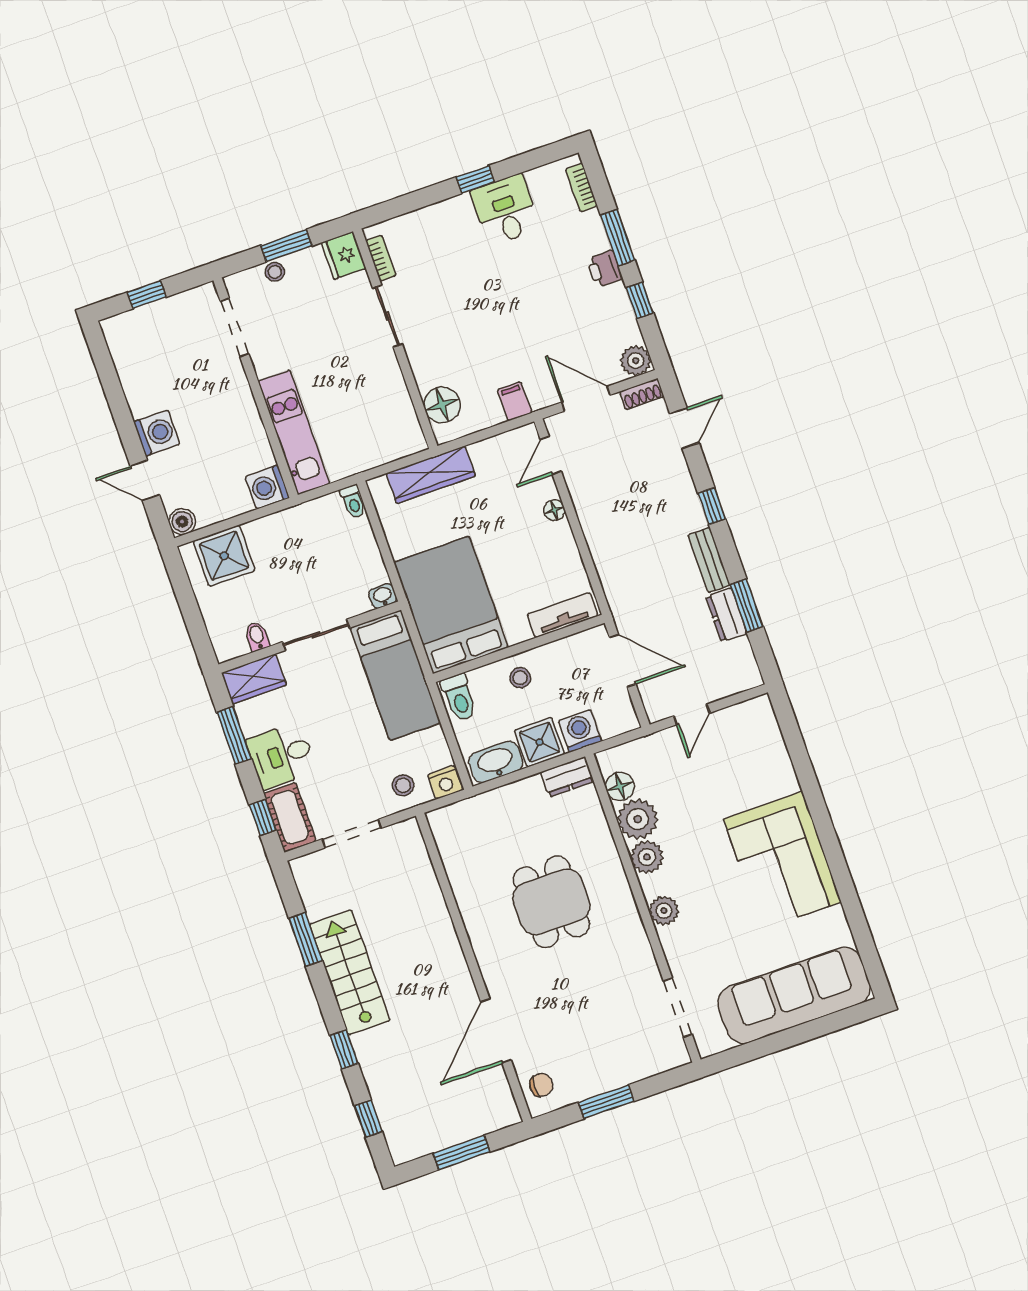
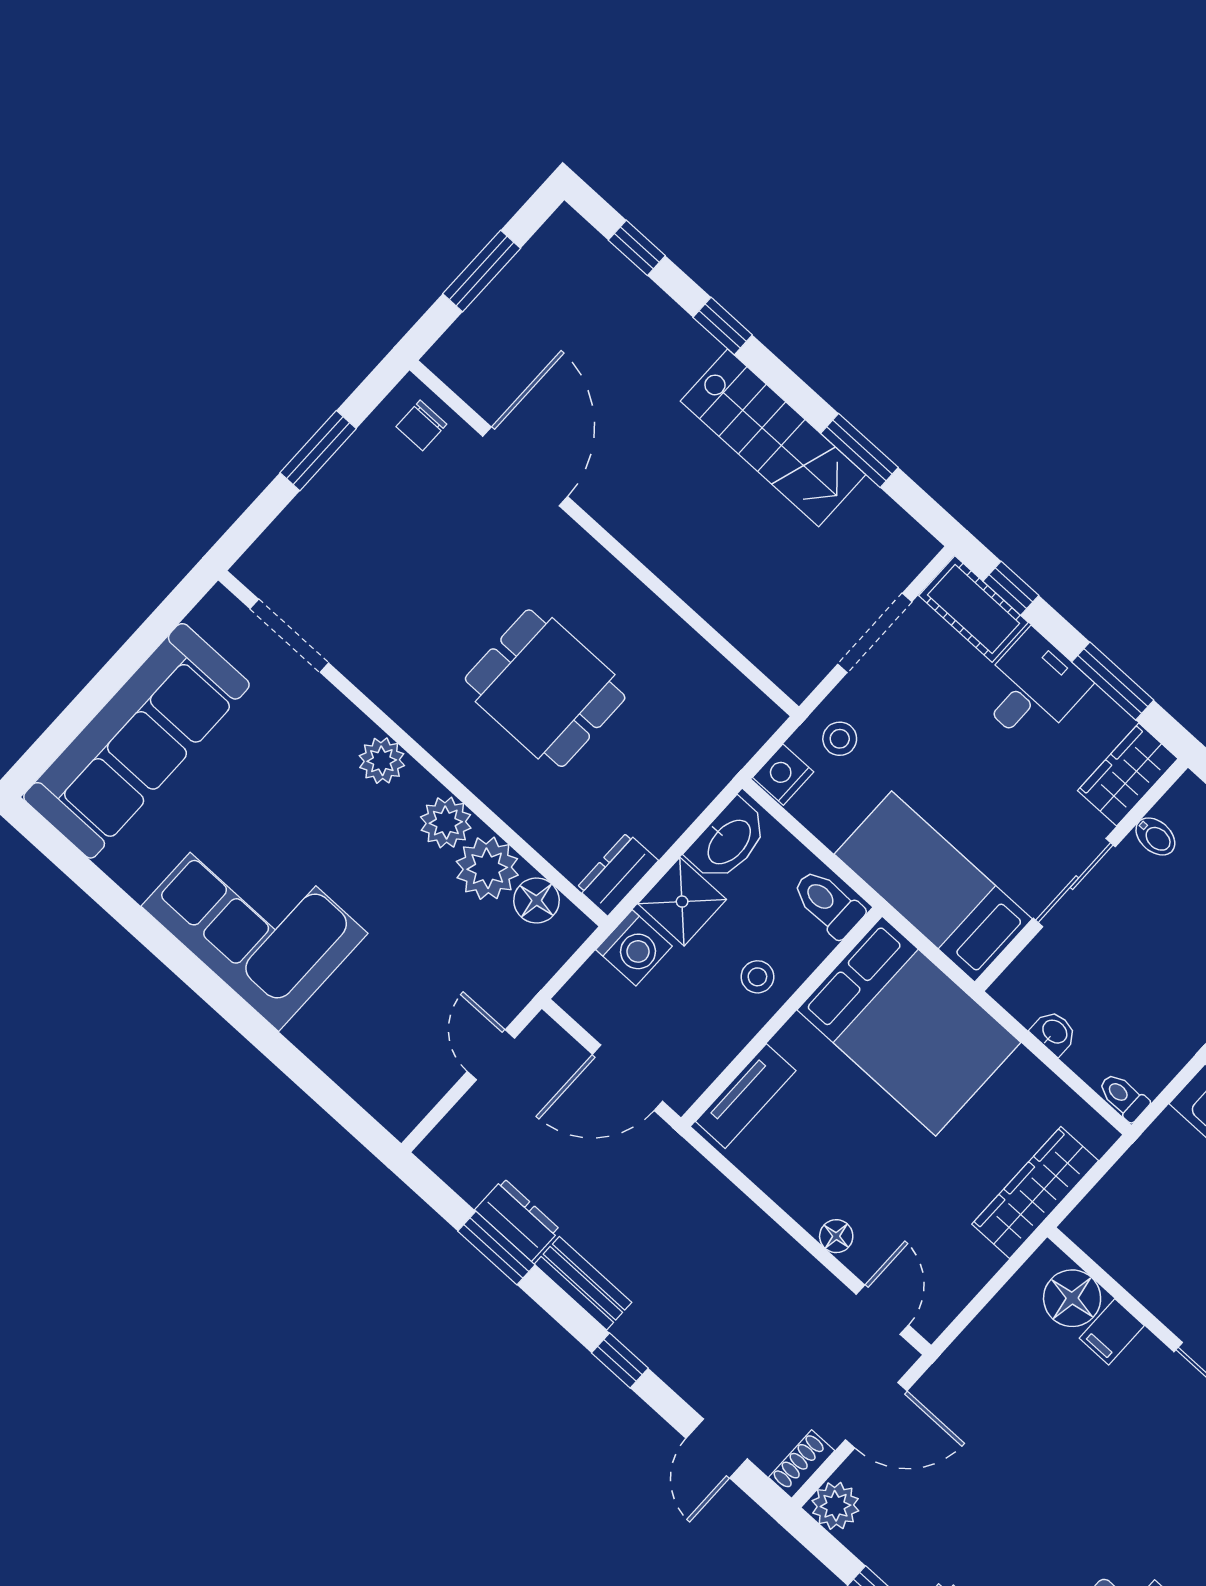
filing cabinet: (515, 401) -> (1112, 1332), moved, turned 90
washbasin: (383, 596) -> (1054, 1032), moved, turned -90

